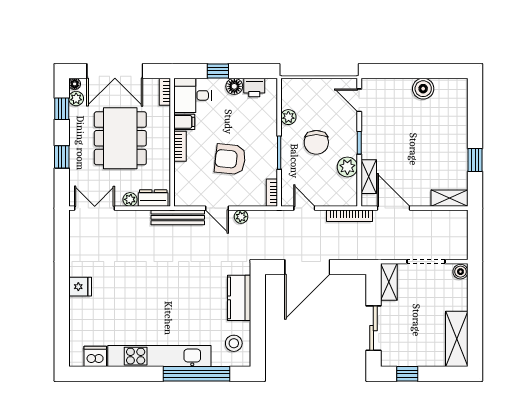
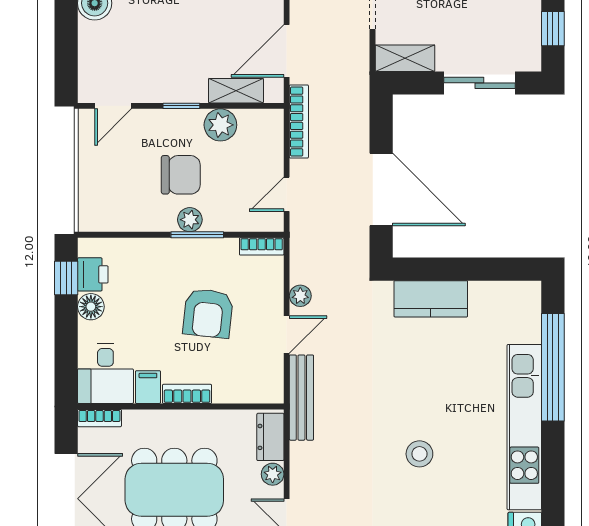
window: (218, 71) -> (66, 278), moved
plant: (288, 117) -> (190, 220), moved
stool: (234, 343) -> (419, 454), moved

